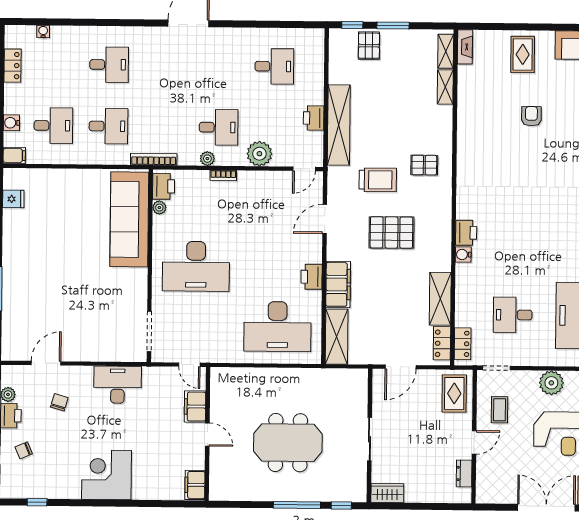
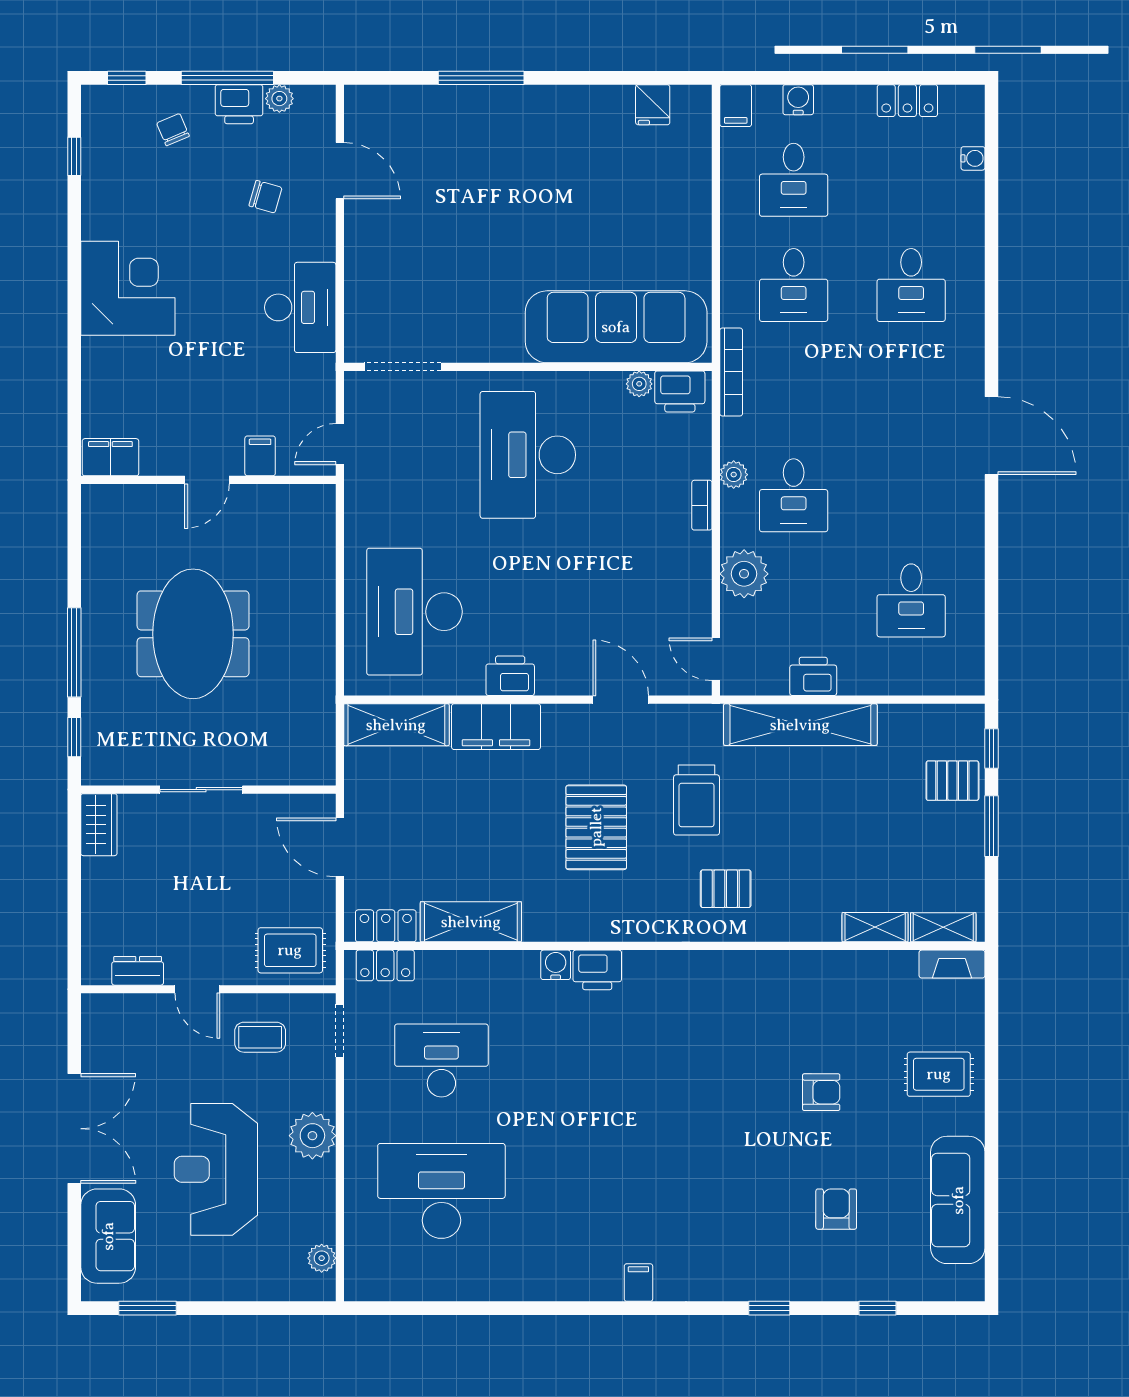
pallet: (424, 165) -> (726, 889), turned 90
desk: (513, 315) -> (441, 1061), width x1.37
filing cabinet: (195, 407) -> (260, 456), width x0.50

